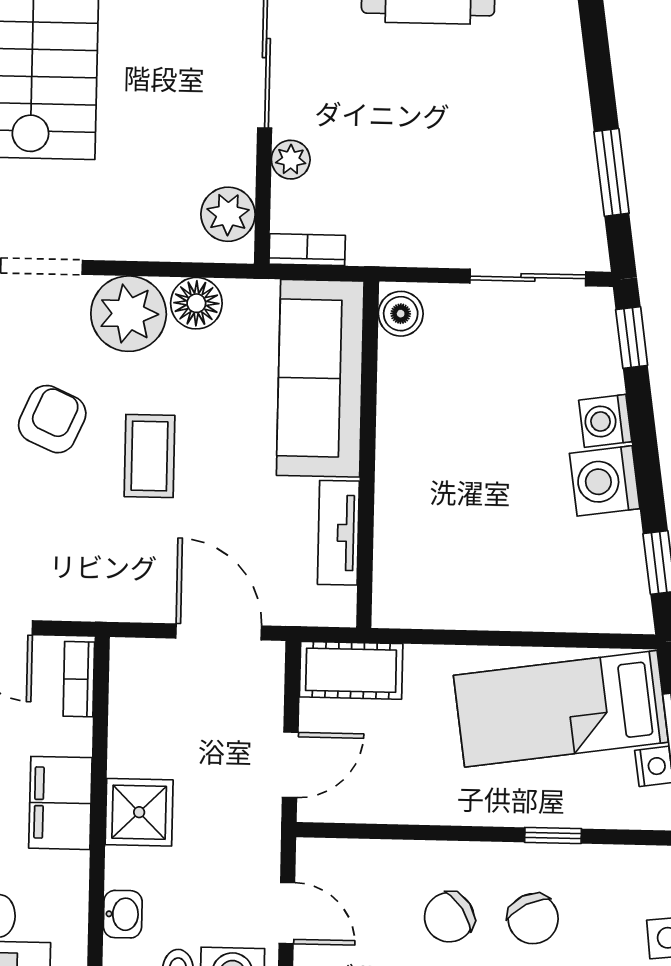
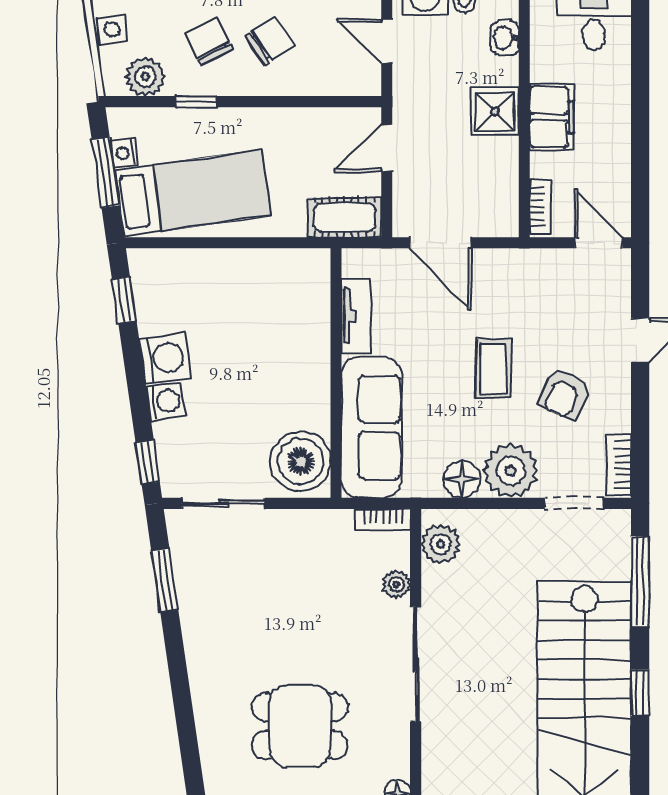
boiler: (401, 314) -> (301, 461), width x1.86, depth x1.86
plant: (623, 872) -> (145, 77), added

